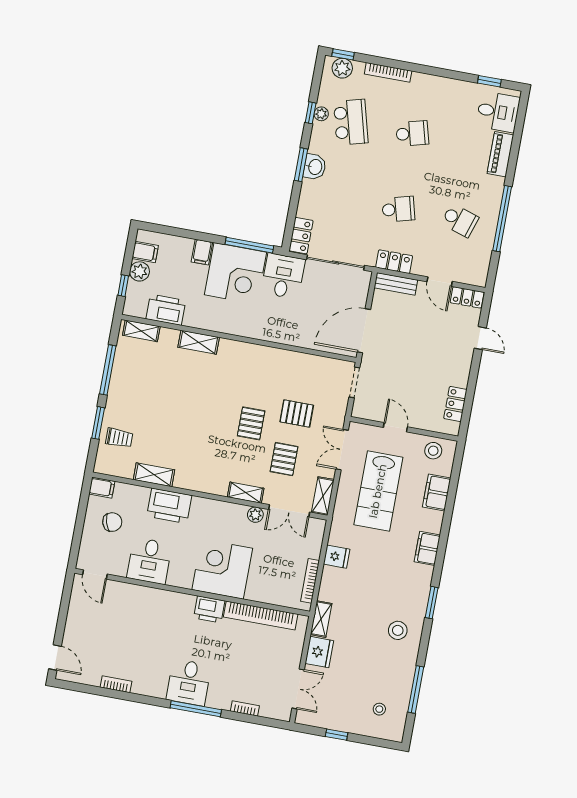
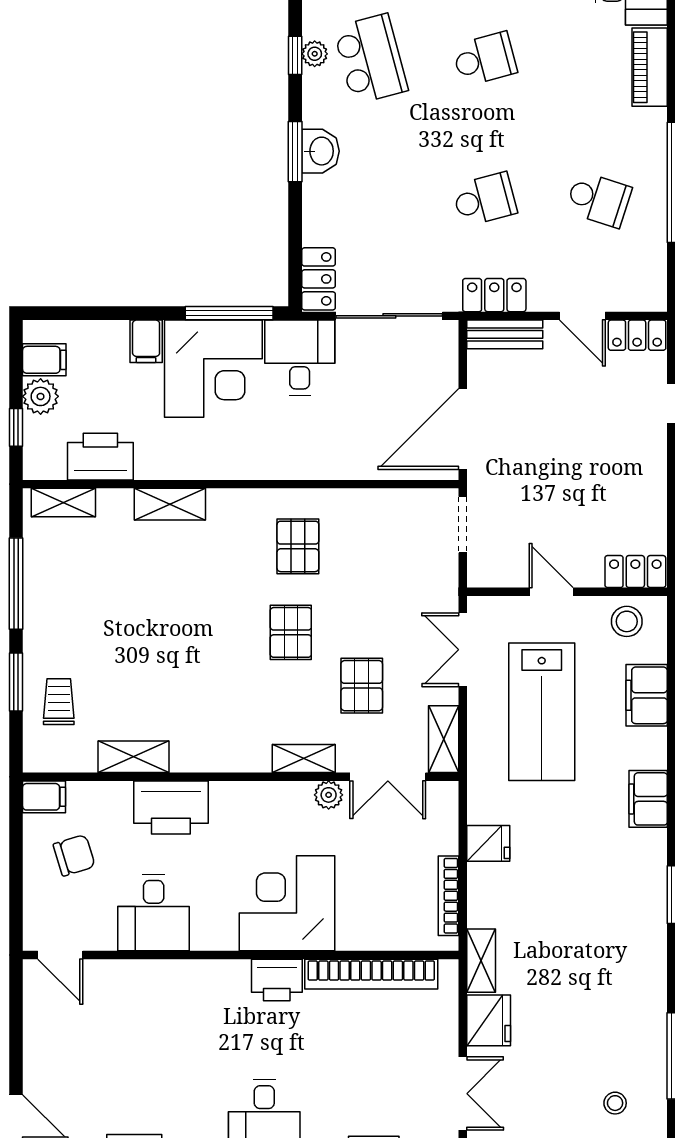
locker: (455, 404) -> (635, 572), moved, turned 90
pallet: (297, 414) -> (298, 546), moved, turned 90
trolley: (119, 438) -> (59, 702), turned -90
stool: (398, 630) -> (622, 956), removed

